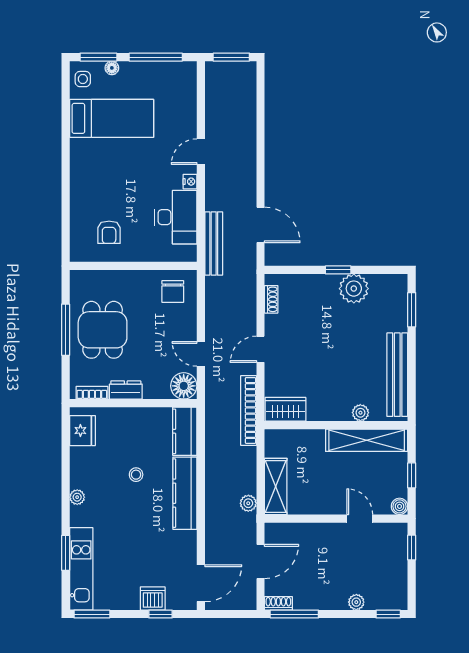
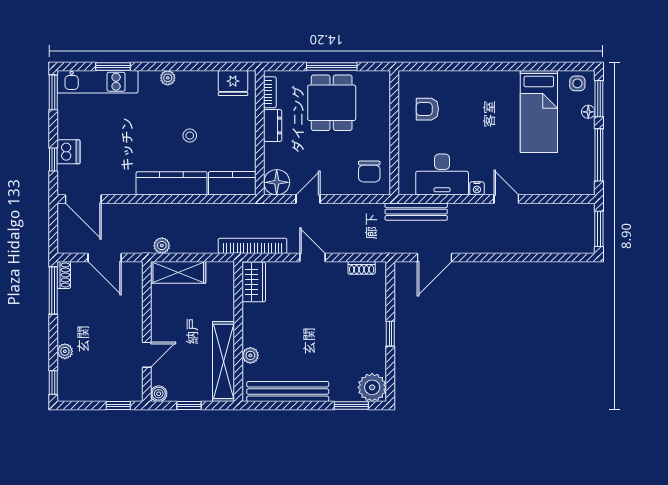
plant: (354, 289) -> (372, 387), moved
chair: (173, 291) -> (369, 172), turned -90
dining table: (103, 330) -> (332, 103), turned 90

